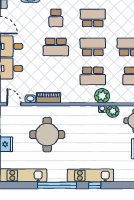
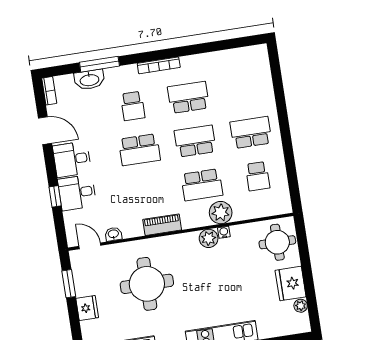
piano: (48, 98) -> (162, 225), moved
plant: (113, 111) -> (209, 238), moved

